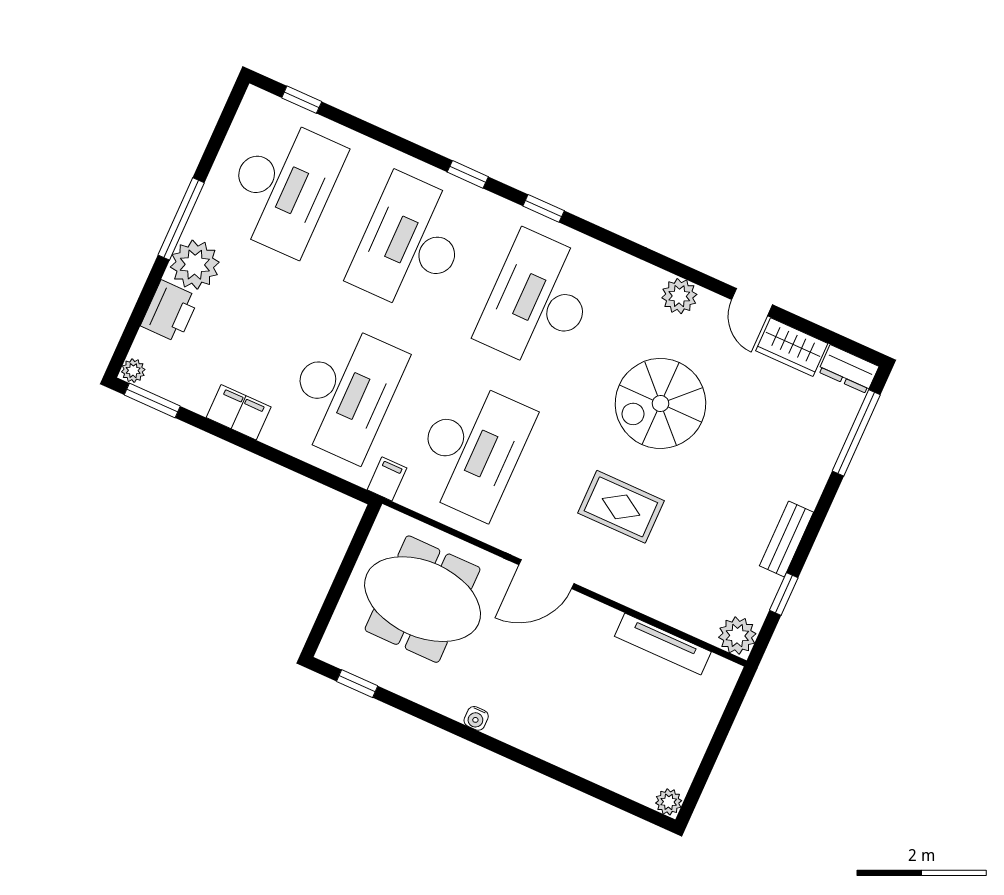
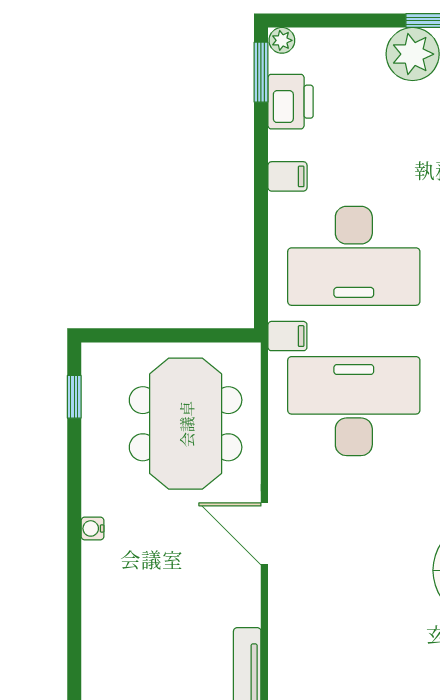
printer: (170, 311) -> (291, 102), moved, turned -90
filing cabinet: (239, 412) -> (287, 176), width x0.50
desk: (472, 449) -> (354, 406), turned 180
rug: (621, 507) -> (363, 577), removed

